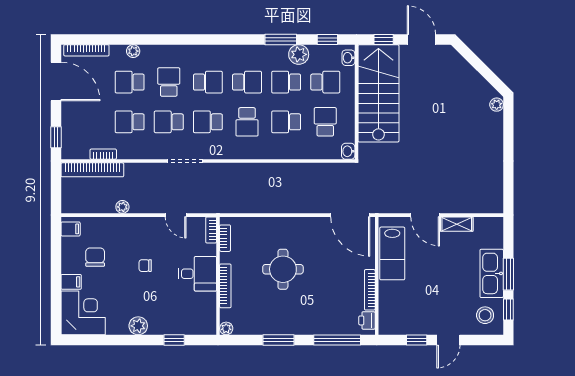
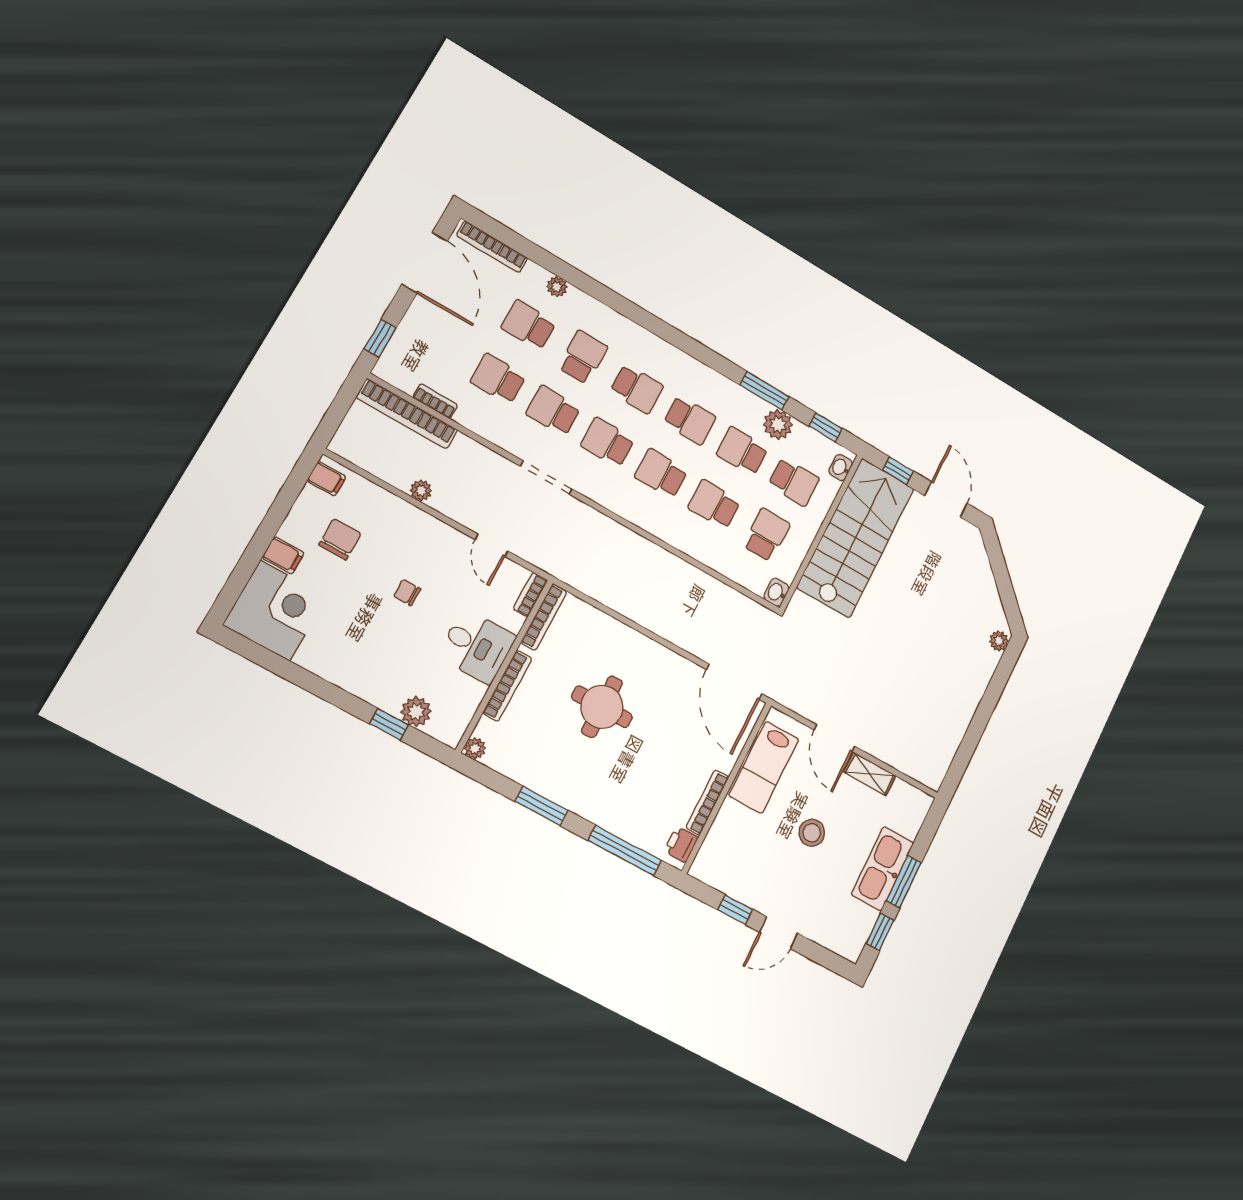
school desk: (247, 122) -> (661, 474), turned 90
bookcase: (225, 238) -> (544, 617), width x1.56
stool: (485, 315) -> (812, 833), moved
plant: (138, 326) -> (416, 712), moved

